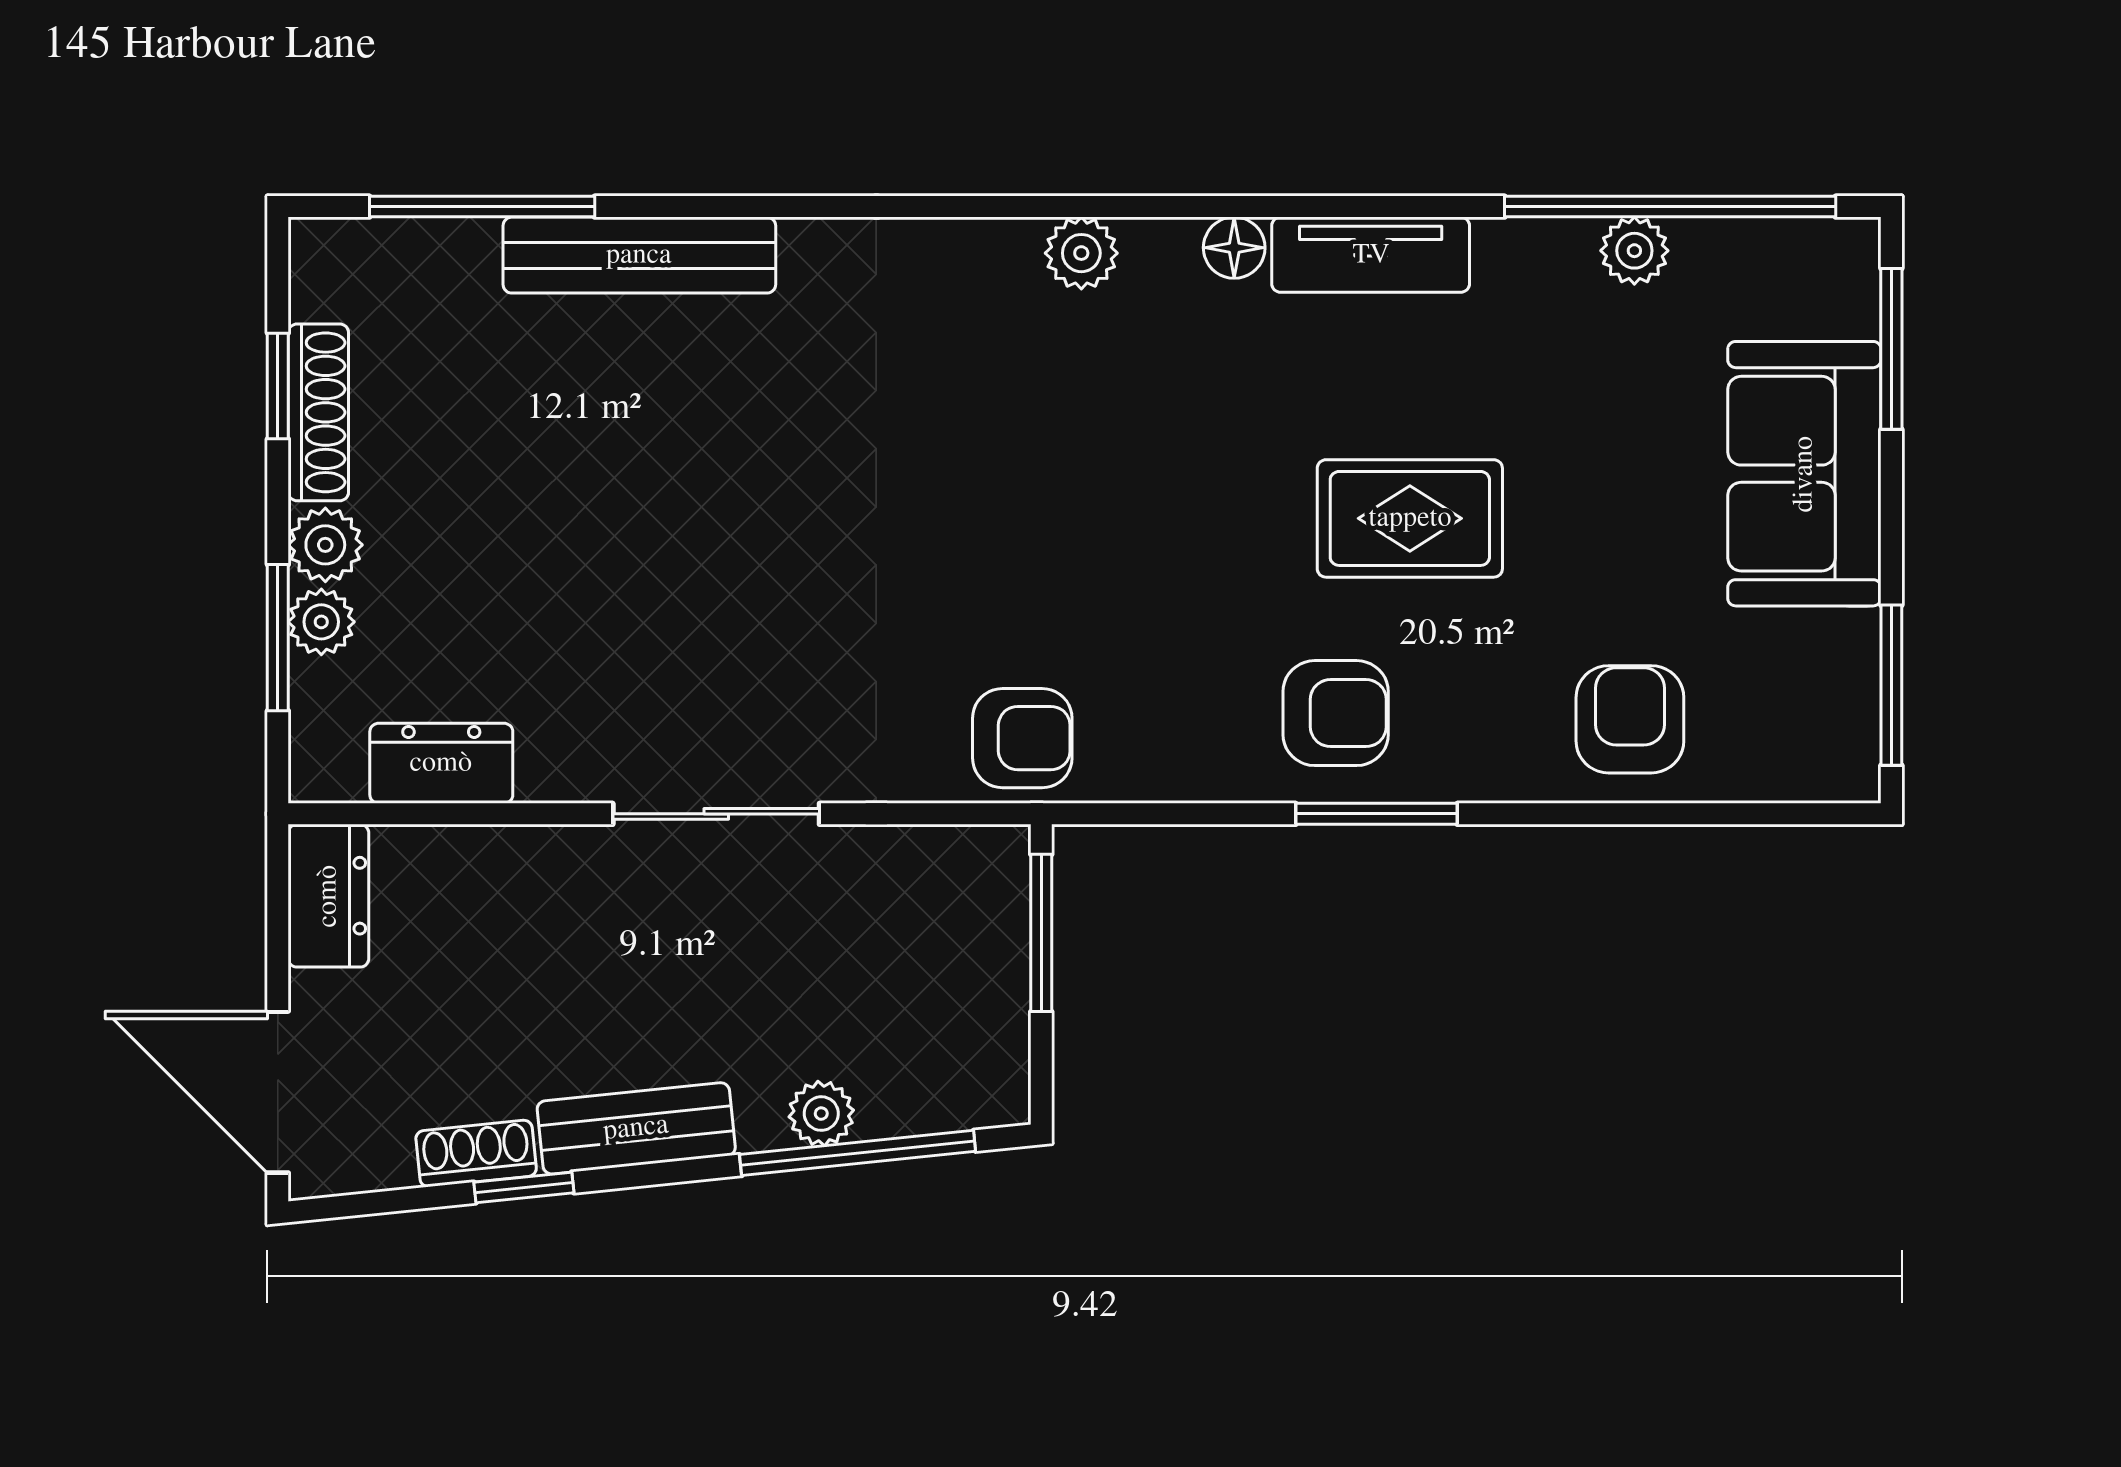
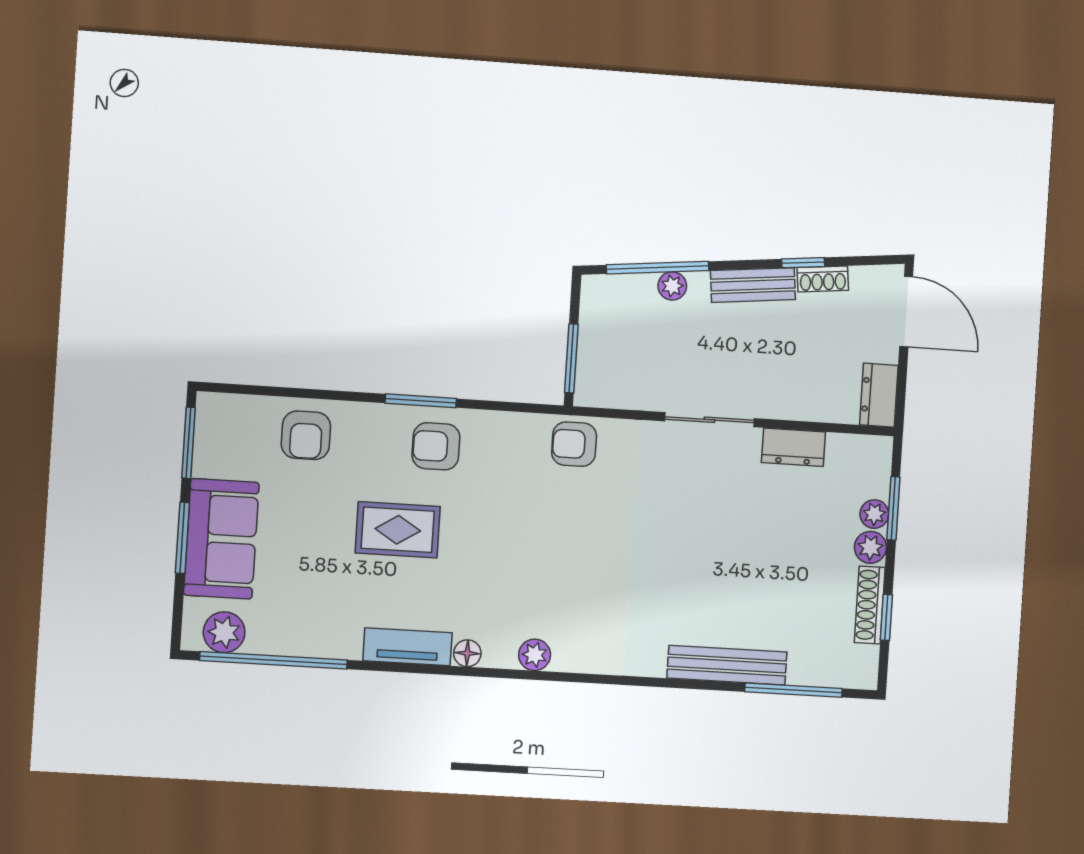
plant: (1634, 251) -> (224, 632), moved, width x1.38, depth x1.38
window: (1891, 349) -> (182, 538), moved
dresser: (441, 763) -> (793, 447), moved

